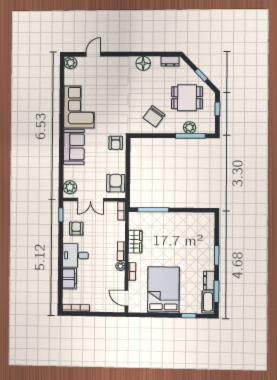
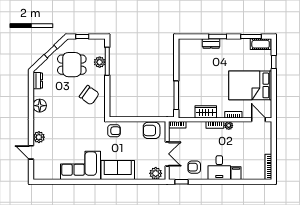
plant: (71, 63) -> (39, 137), moved
dining table: (187, 98) -> (72, 65), turned 90
filing cabinet: (69, 279) -> (236, 173), width x0.50
dresser: (209, 280) -> (211, 43), moved
door: (126, 298) -> (258, 120), swing flipped

